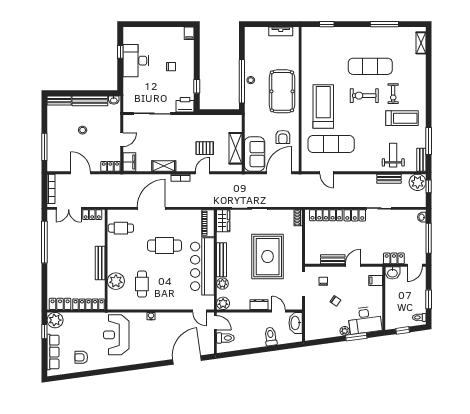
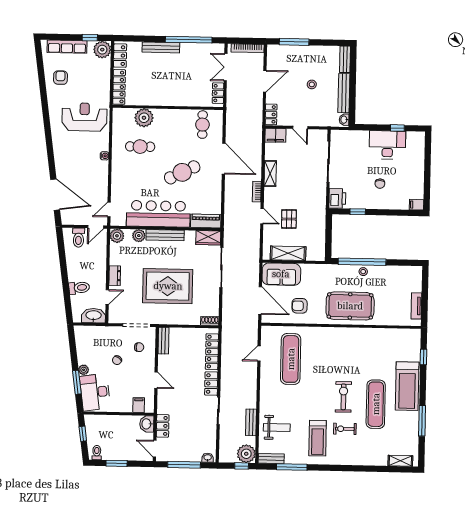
treadmill: (323, 106) -> (407, 386), moved, turned 90
cafe table: (164, 246) -> (182, 172), turned 64
bench: (333, 259) -> (163, 341), moved
bench: (100, 263) -> (161, 47), moved

